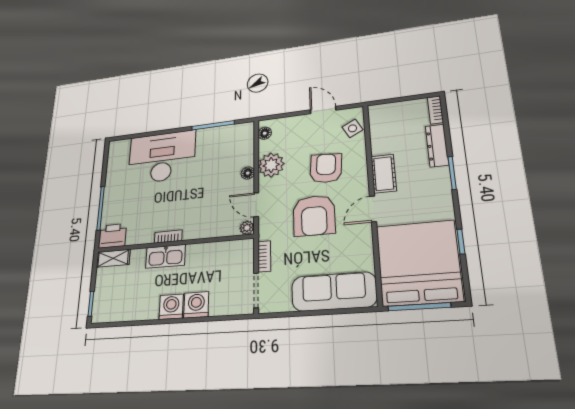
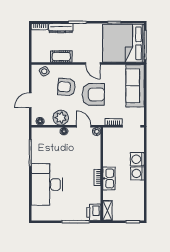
door: (323, 110) -> (30, 100), moved
cot: (384, 174) -> (61, 57), moved
door: (256, 205) -> (84, 126), swing flipped

